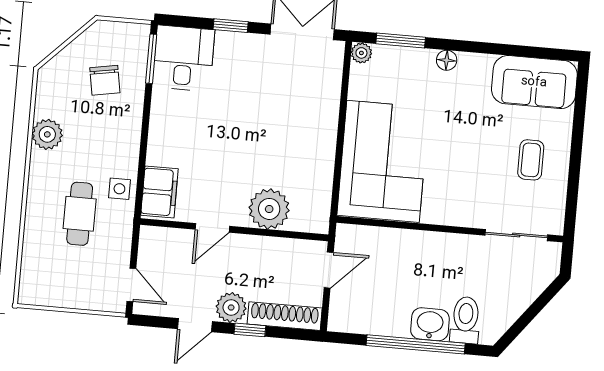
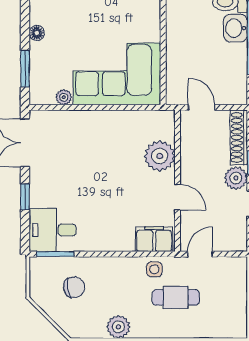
plant: (361, 53) -> (64, 97), moved
door: (131, 285) -> (200, 254), moved

